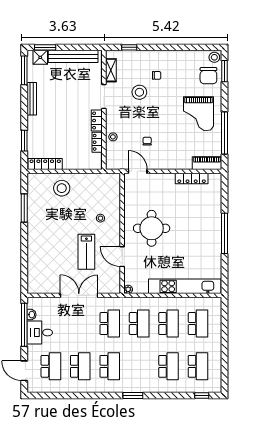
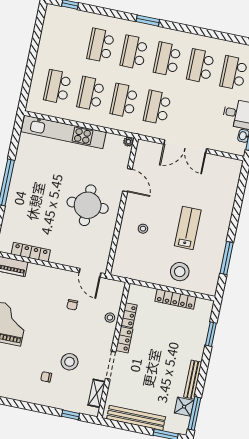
shower: (40, 57) -> (184, 407), moved
locker: (45, 164) -> (175, 299), moved
lab bench: (86, 252) -> (188, 228), moved
school desk: (198, 366) -> (134, 52), moved

